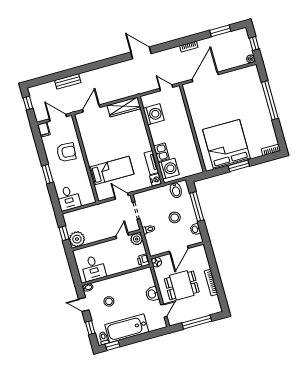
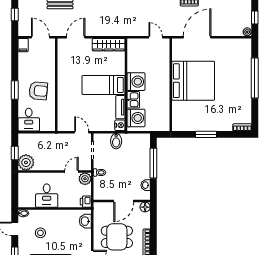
washing machine: (154, 114) -> (136, 82), moved
bed: (227, 144) -> (193, 81), moved, turned 90
armchair: (66, 152) -> (38, 91), moved
bed: (111, 171) -> (104, 85), moved, turned 180
bidet: (176, 190) -> (116, 141), moved
stool: (175, 217) -> (128, 168), removed
floor lamp: (156, 262) -> (145, 207), moved
desk: (93, 268) -> (47, 196), moved
washbasin: (152, 294) -> (85, 221), moved

